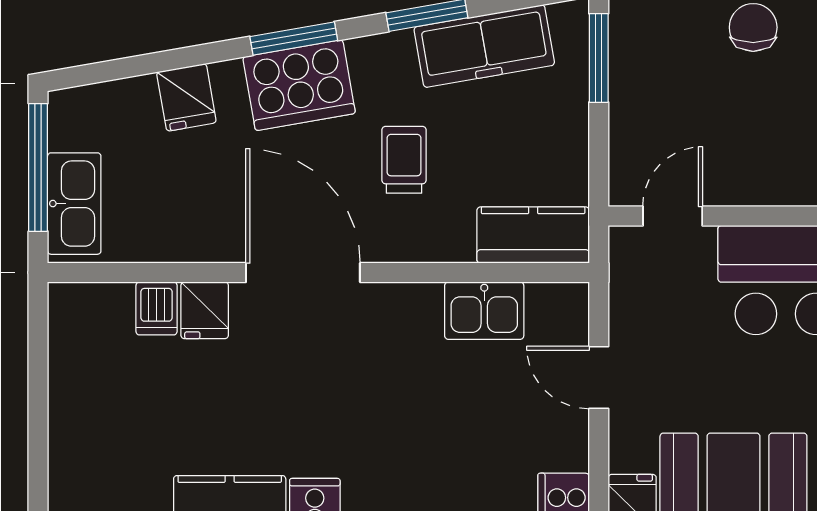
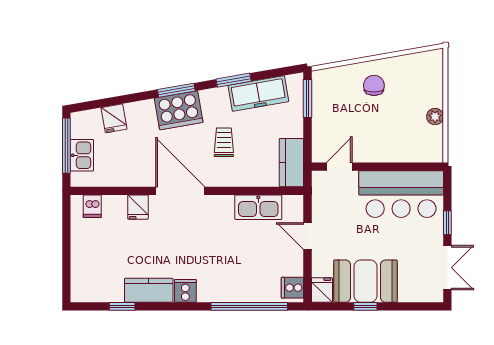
fridge: (186, 97) -> (114, 118), moved
kitchen sink: (74, 204) -> (82, 155), width x0.73
kitchen counter: (533, 235) -> (291, 163), moved, turned -90
dishwasher: (157, 308) -> (92, 206), moved
kitchen sink: (484, 311) -> (258, 207), width x1.38

